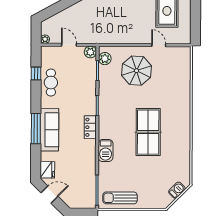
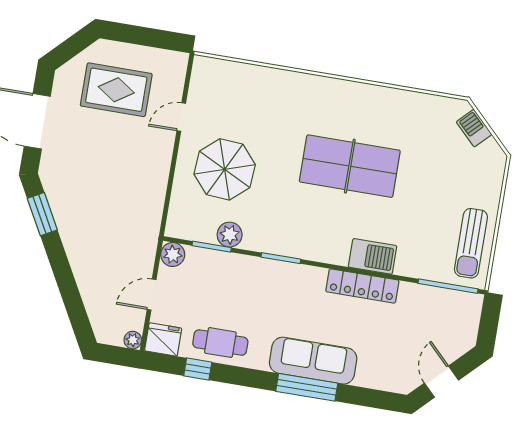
plant: (105, 59) -> (230, 235), moved
locker: (90, 127) -> (362, 286), moved, width x1.53
fridge: (47, 170) -> (163, 340), moved

